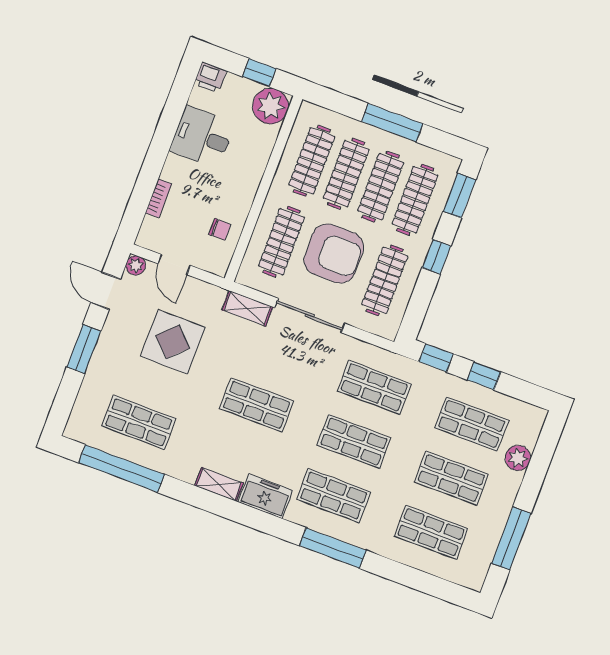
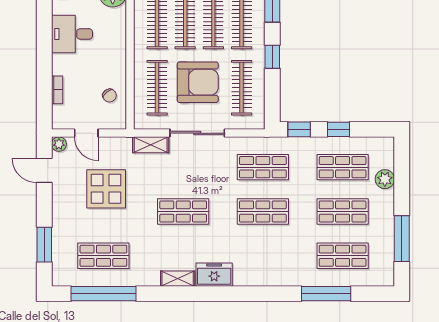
chair: (220, 229) -> (109, 96), turned 51
window: (84, 349) -> (44, 245), moved
shop shelf: (334, 496) -> (263, 256), removed
window: (333, 548) -> (326, 294), moved

